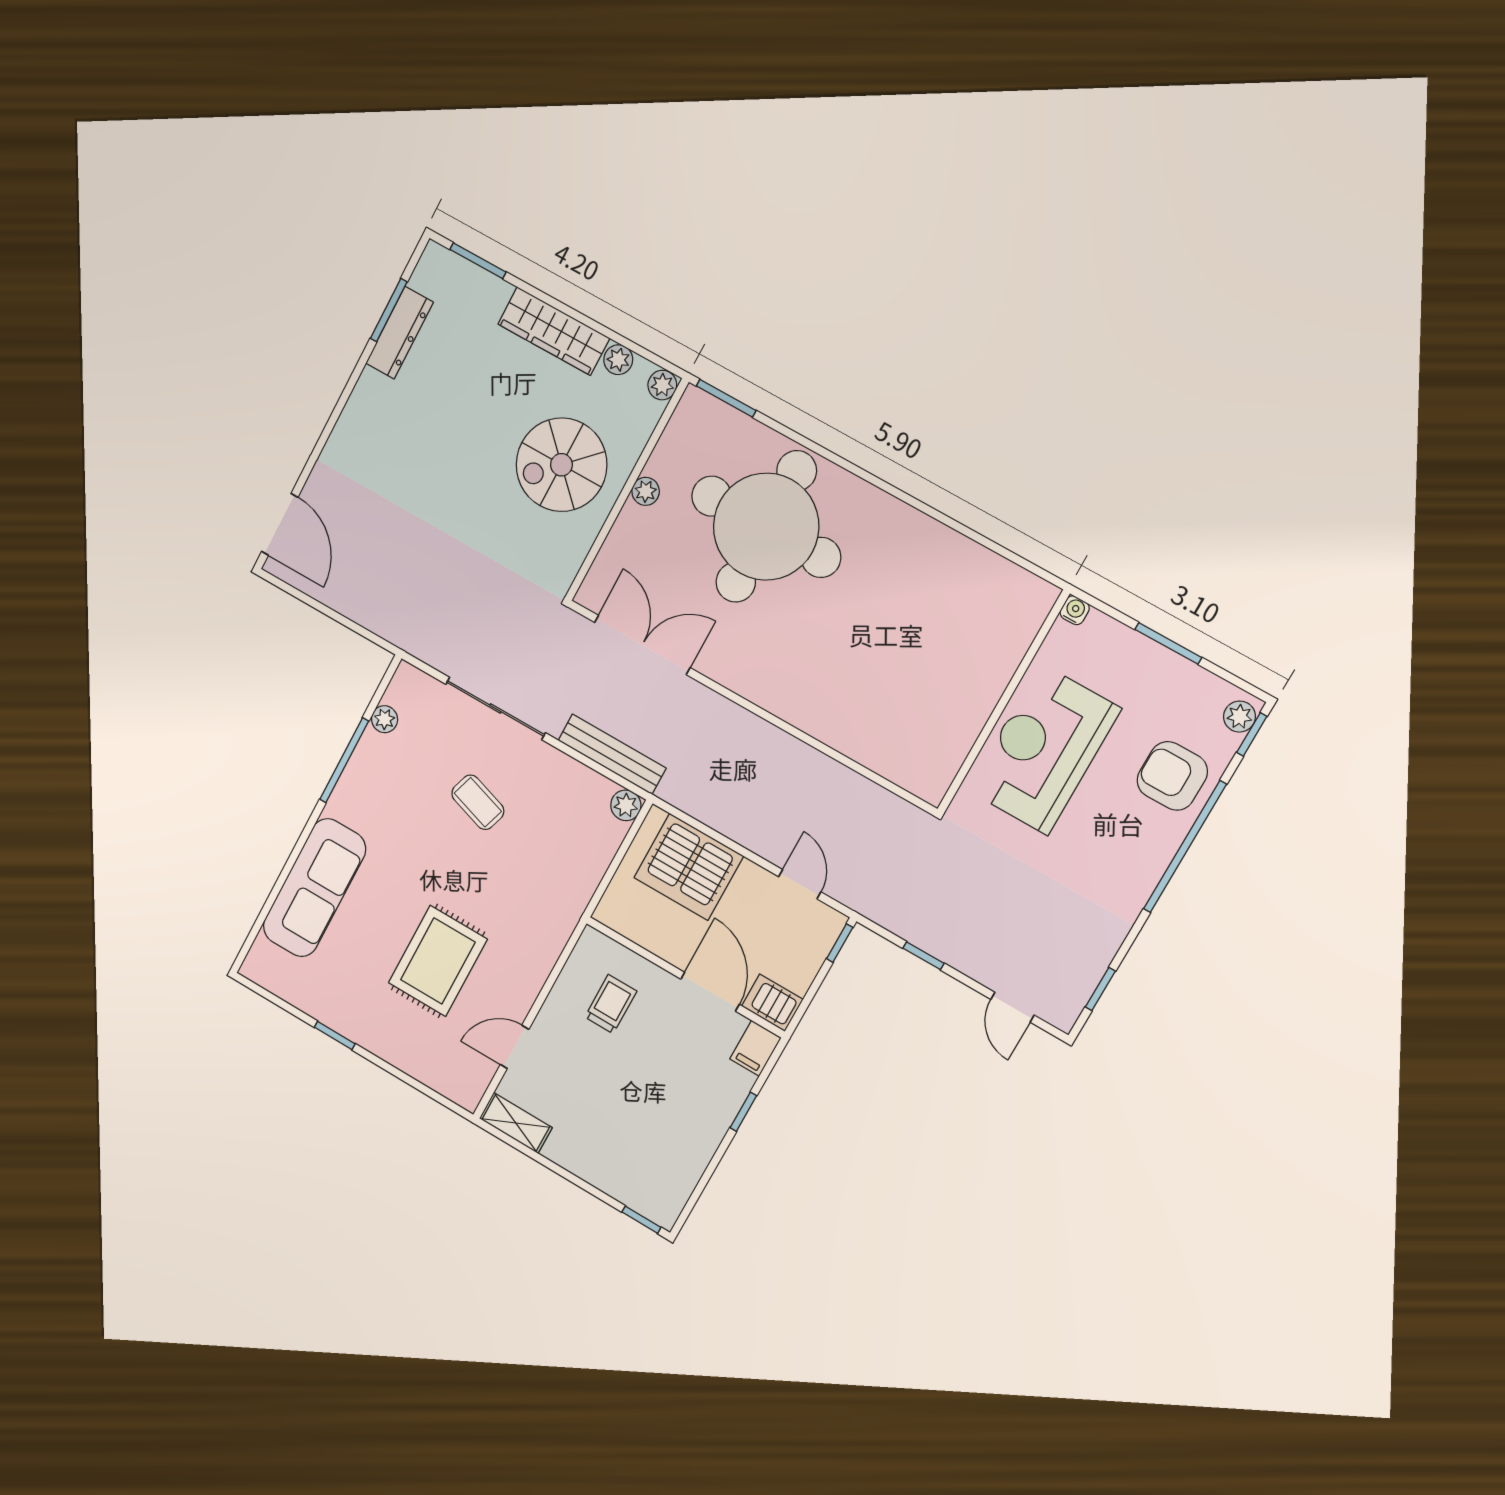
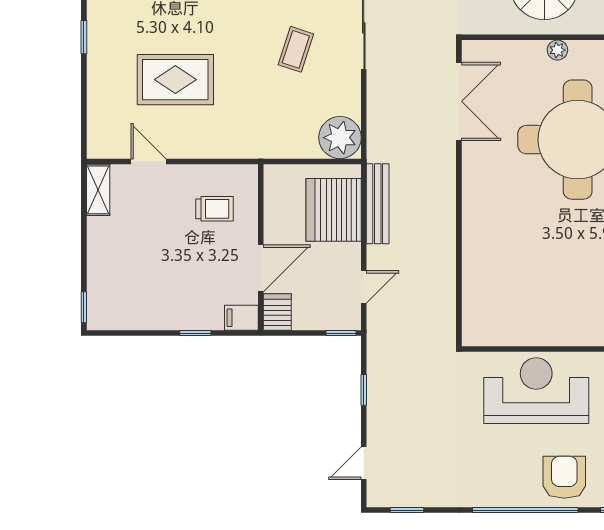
bench: (612, 754) -> (378, 204), moved
plant: (626, 805) -> (340, 138), width x1.87, depth x1.87

